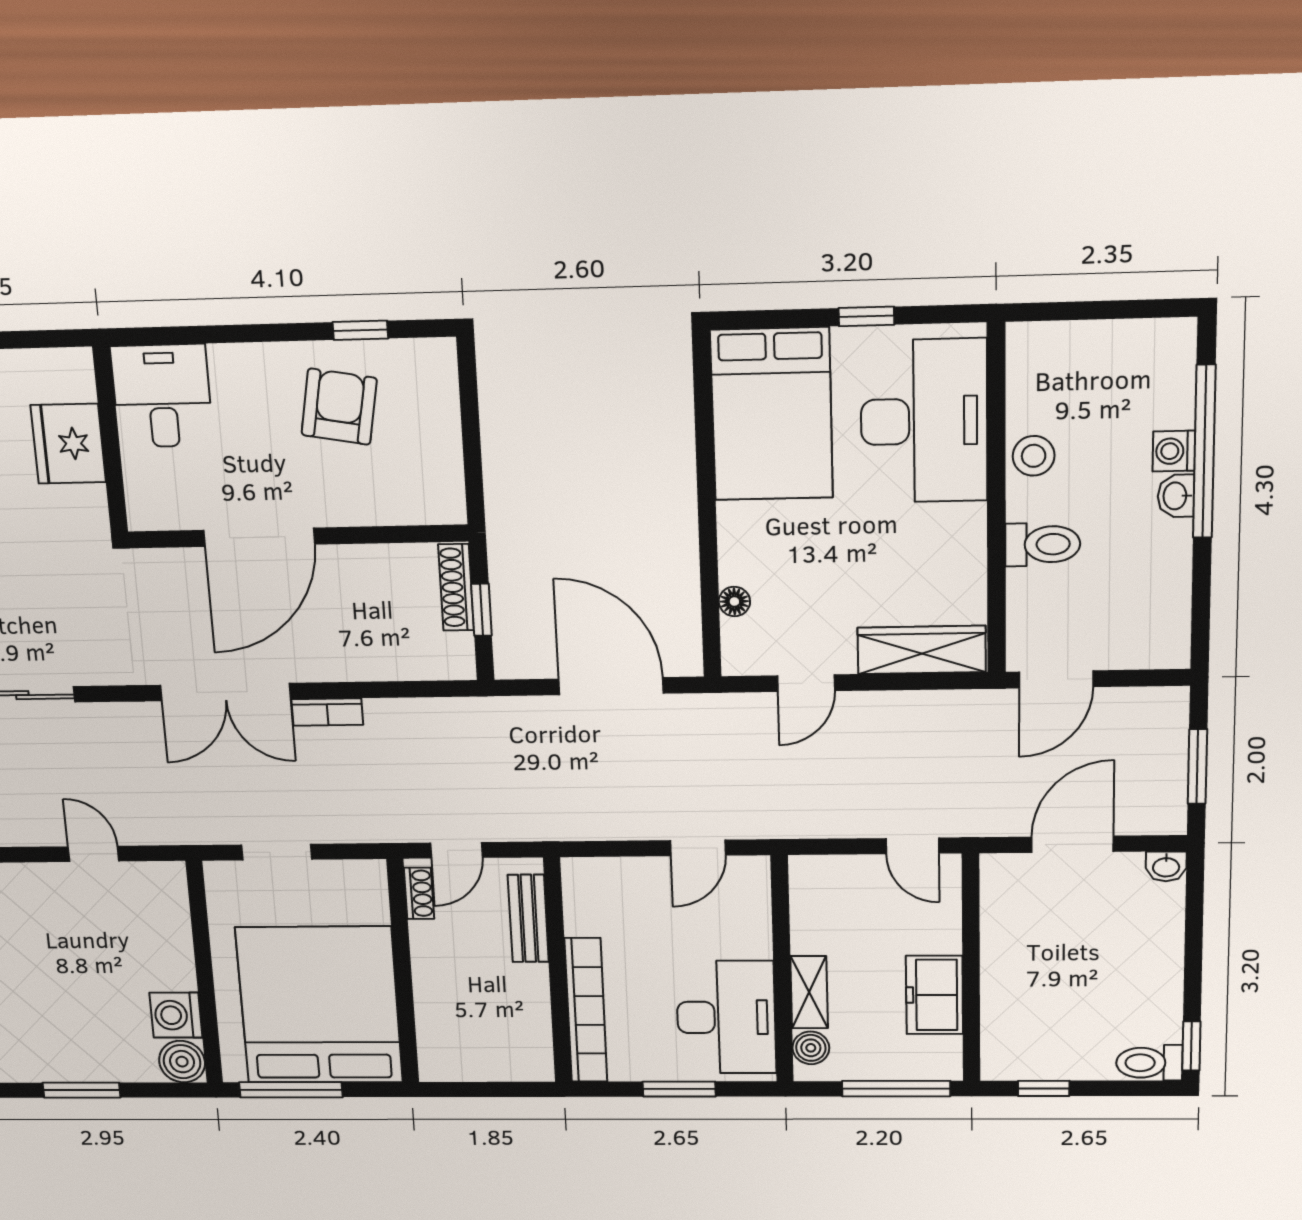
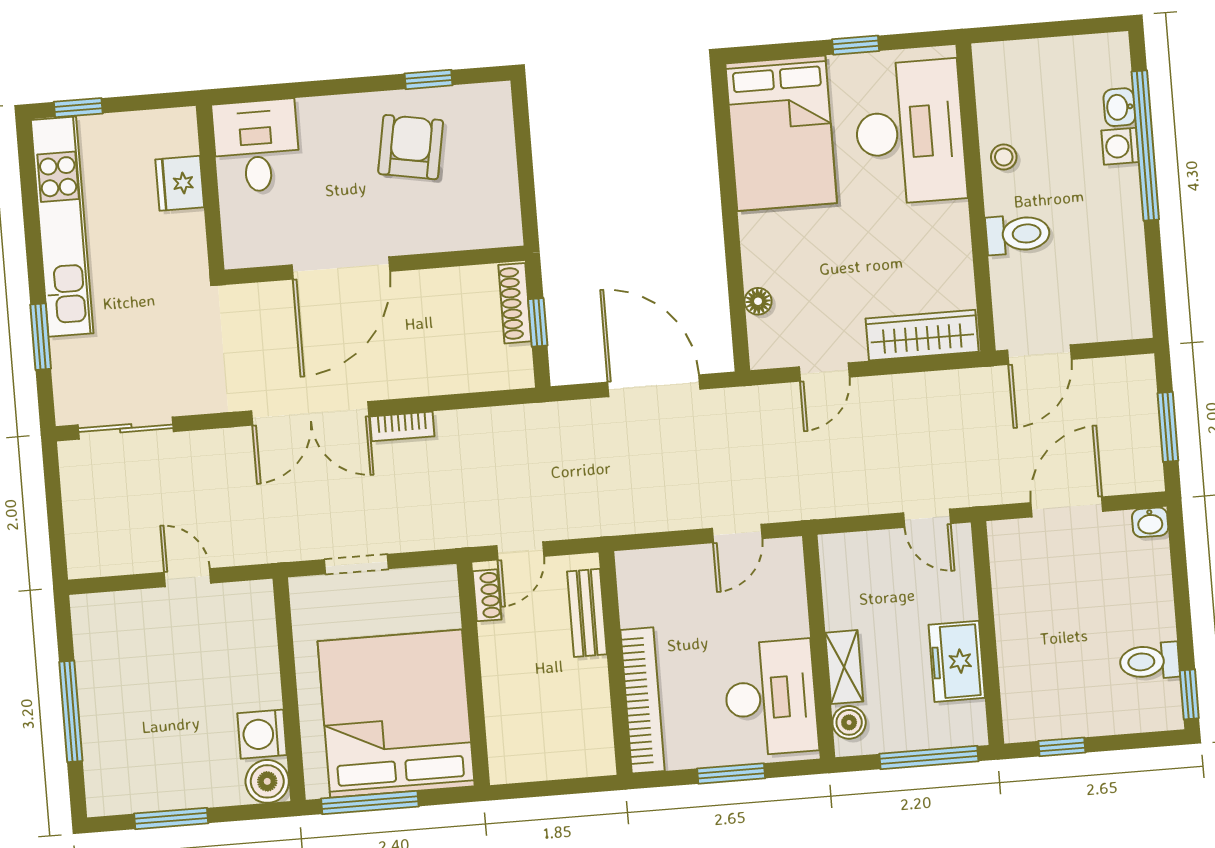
fridge: (68, 444) -> (180, 183), width x0.73, depth x0.75
stool: (1034, 456) -> (1004, 157), width x0.73, depth x0.73
washbasin: (1176, 496) -> (1119, 107), moved
toilet: (1149, 1063) -> (1150, 661), moved

